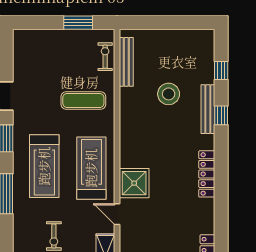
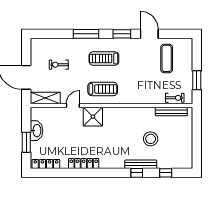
exercise mat: (83, 100) -> (167, 58), moved
treadmill: (44, 166) -> (104, 58), width x0.73, depth x0.73
treadmill: (91, 168) -> (103, 89), width x0.73, depth x0.73
locker: (207, 174) -> (84, 164), moved

